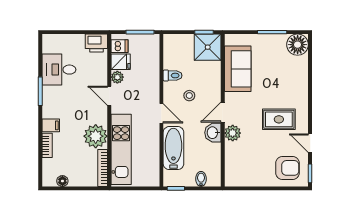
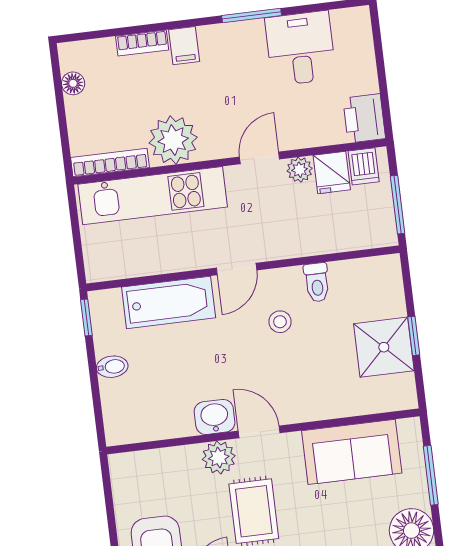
sofa: (238, 69) -> (352, 452), moved
wall: (223, 110) -> (263, 431), moved
door: (223, 112) -> (259, 432), moved
washbasin: (213, 133) -> (215, 417), moved
plant: (233, 133) -> (219, 458), moved

